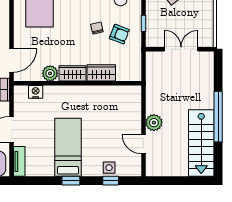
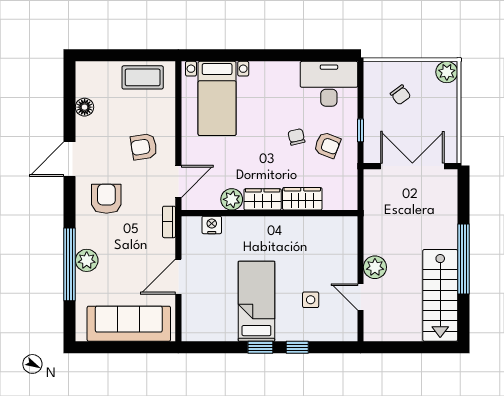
double door: (181, 49) -> (412, 166), width x1.37
tv unit: (19, 161) -> (189, 321), removed
side table: (109, 168) -> (311, 300), moved
window: (111, 181) -> (297, 347), moved

